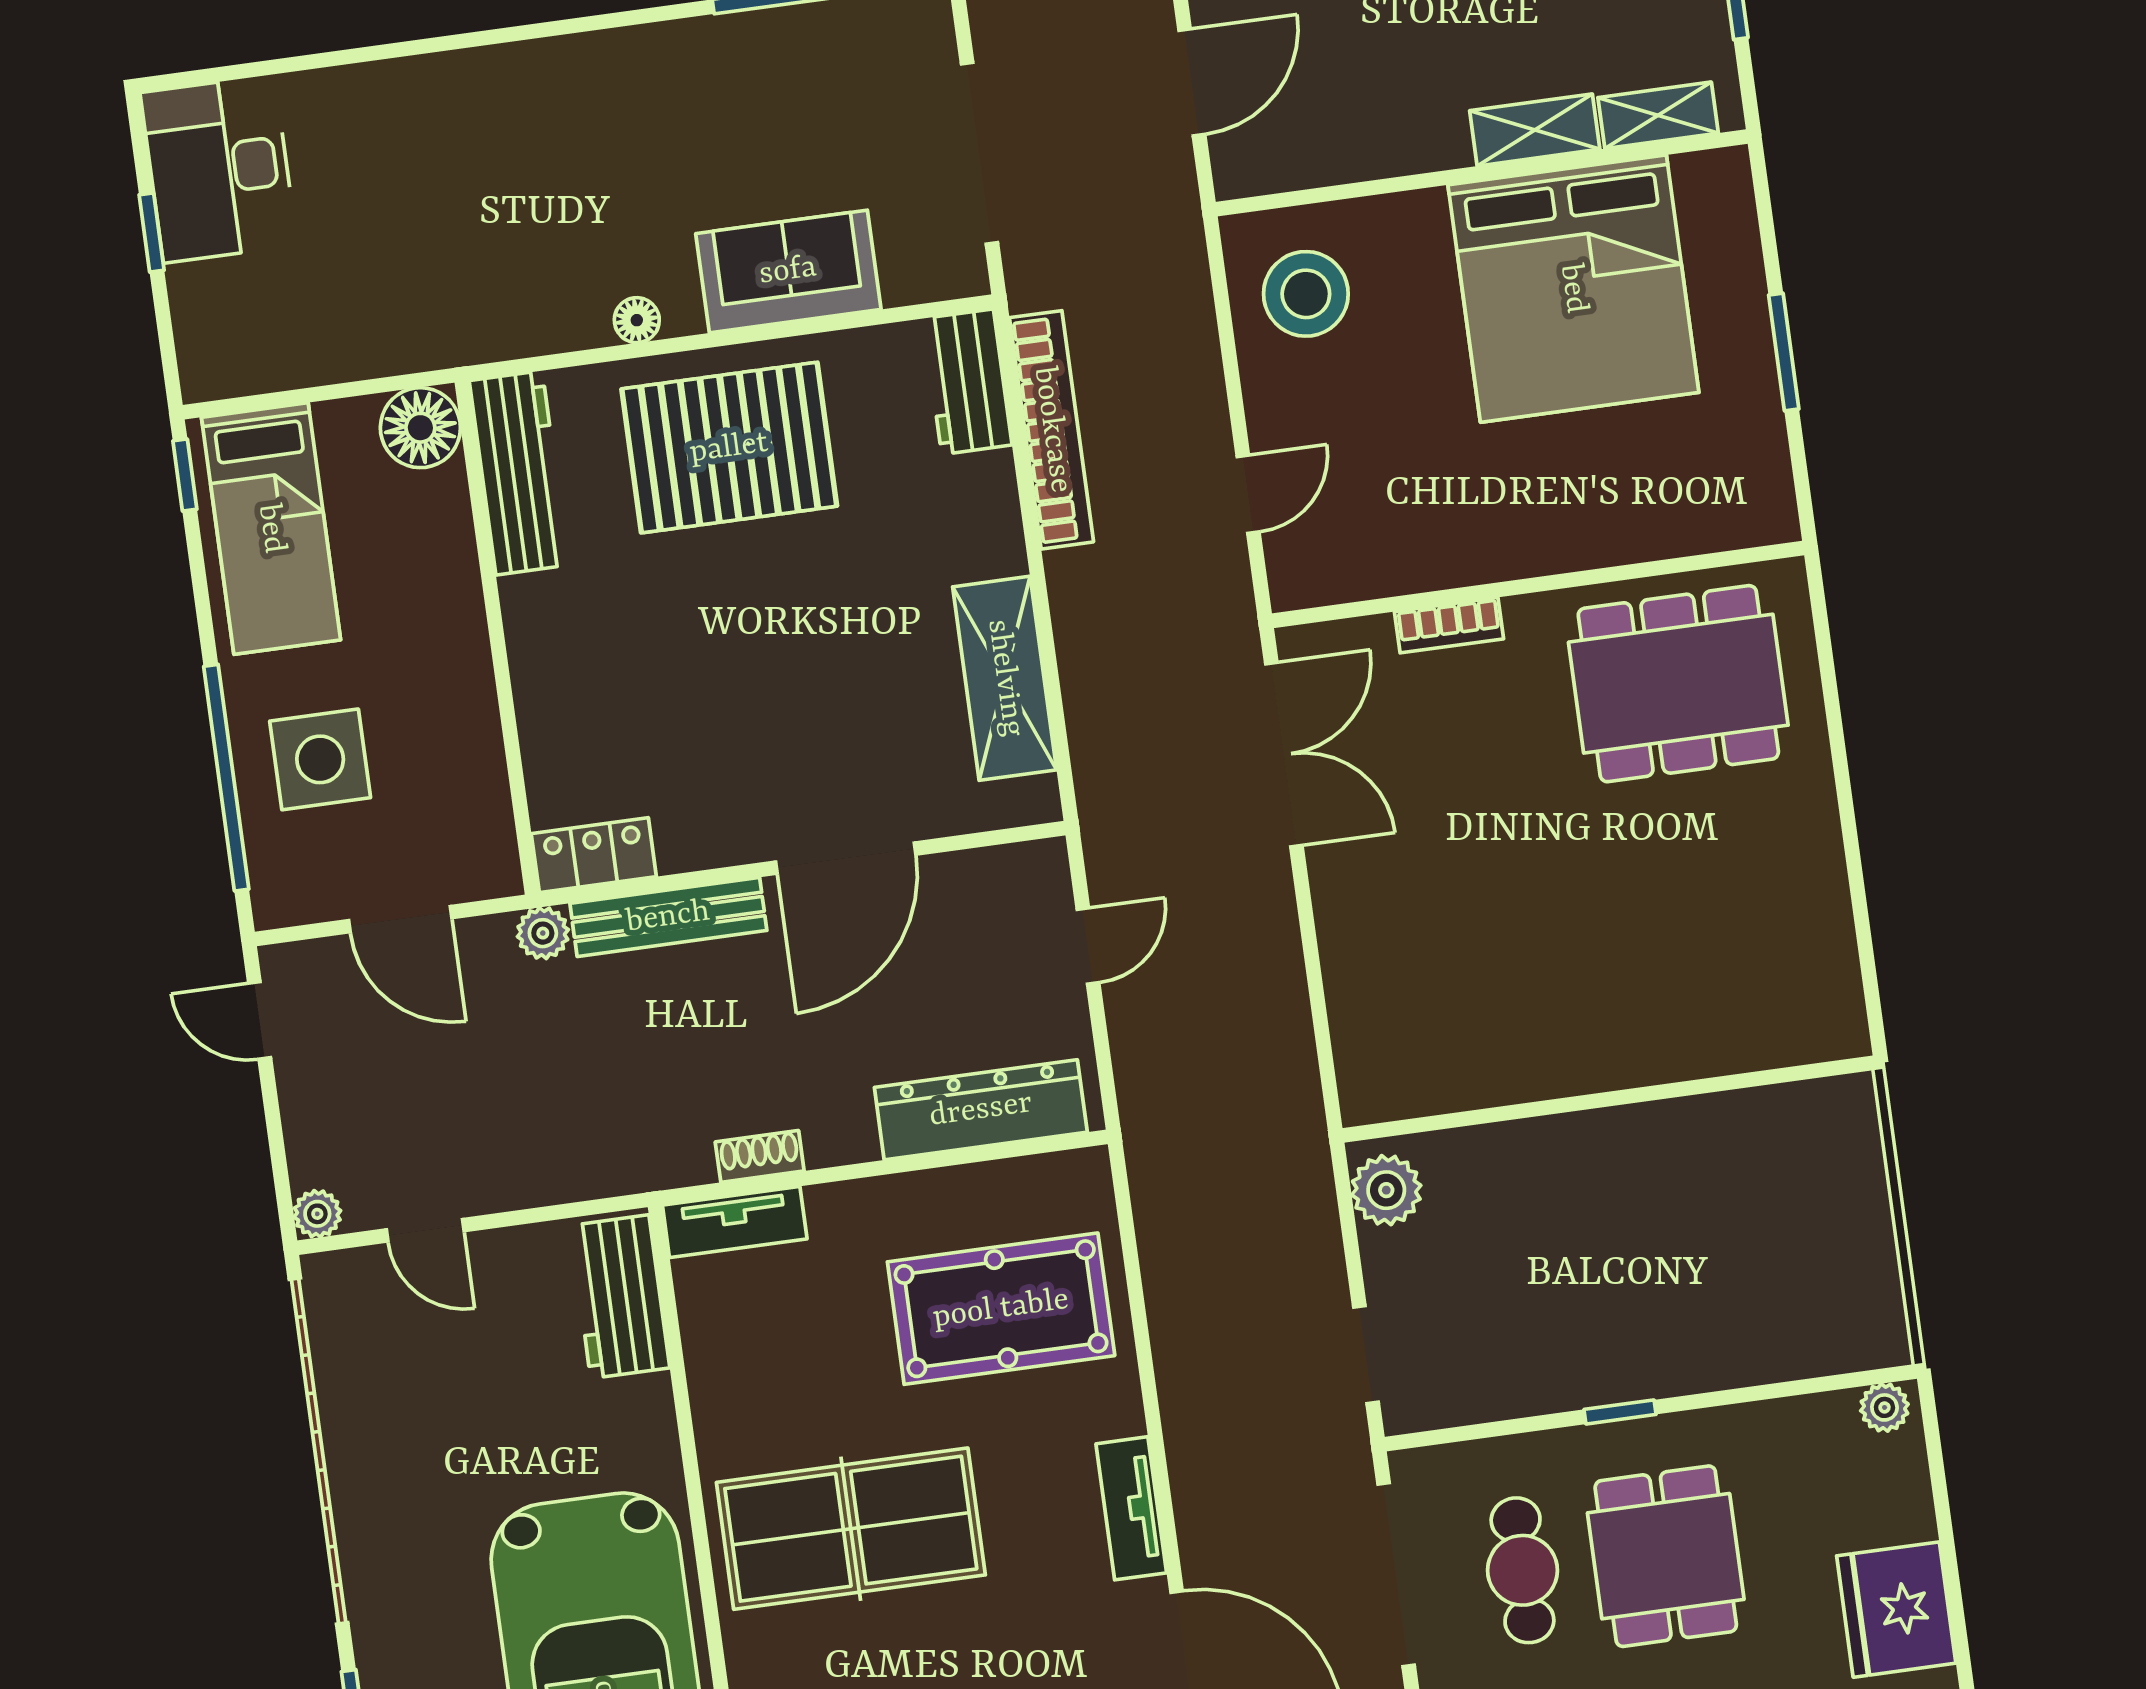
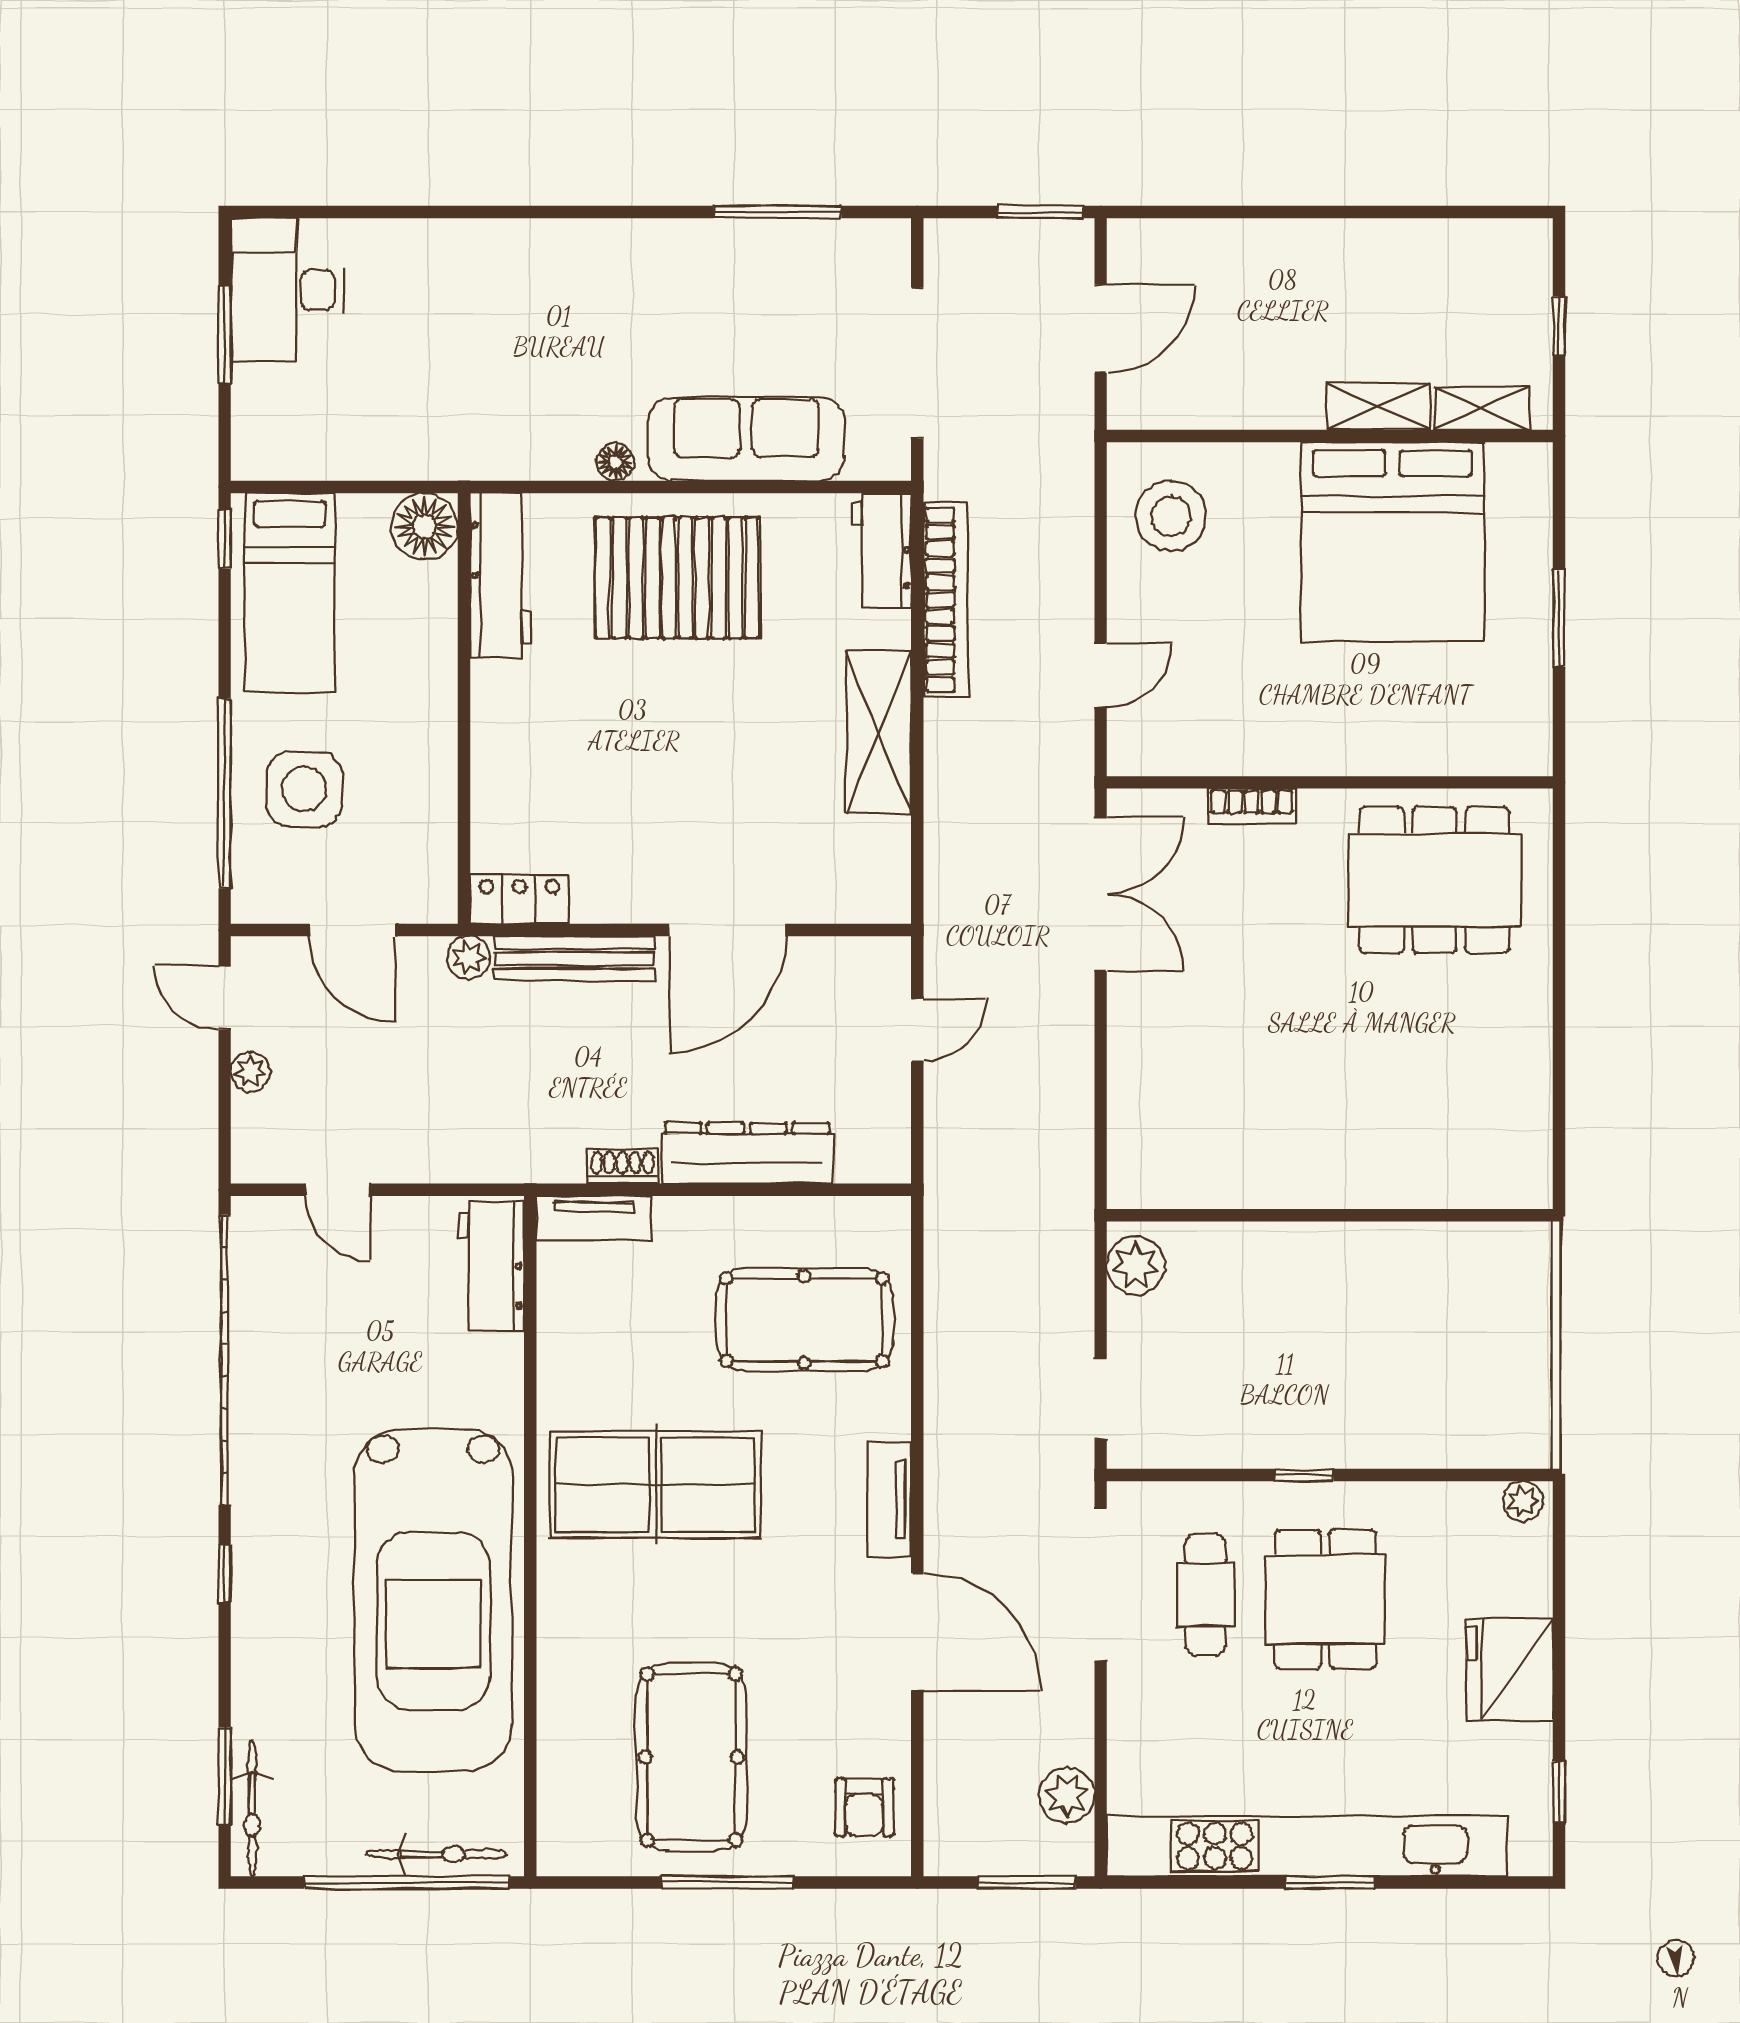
window: (152, 233) -> (225, 335), width x1.50
sofa: (788, 271) -> (746, 439), width x1.36
shelving: (1005, 678) -> (879, 732), moved
dresser: (981, 1110) -> (747, 1153), moved
plant: (317, 1214) -> (250, 1072), moved

